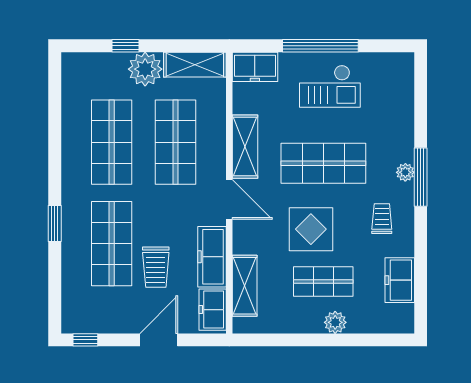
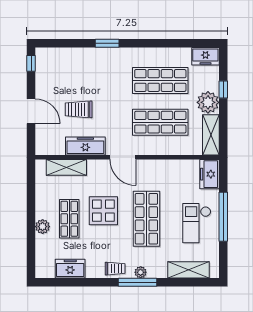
shelving: (245, 147) -> (188, 270), moved
door: (229, 199) -> (123, 157), hinge flipped
trolley: (382, 219) -> (115, 269), moved
shop shelf: (112, 244) -> (94, 80), removed
freezer: (213, 310) -> (205, 56), moved, turned 180

